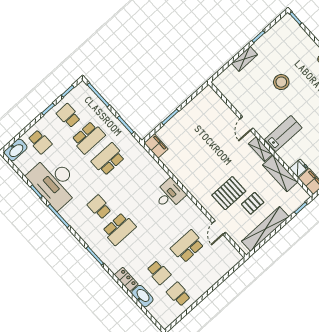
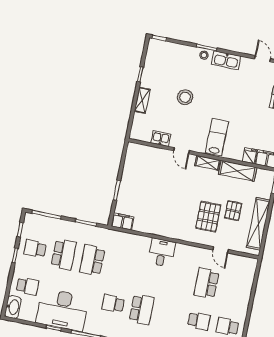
kitchen sink: (237, 101) -> (161, 138), added

